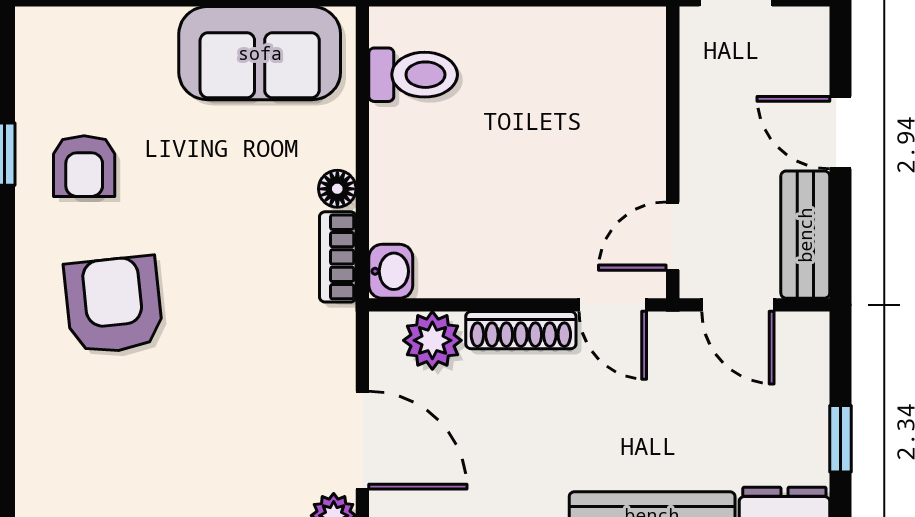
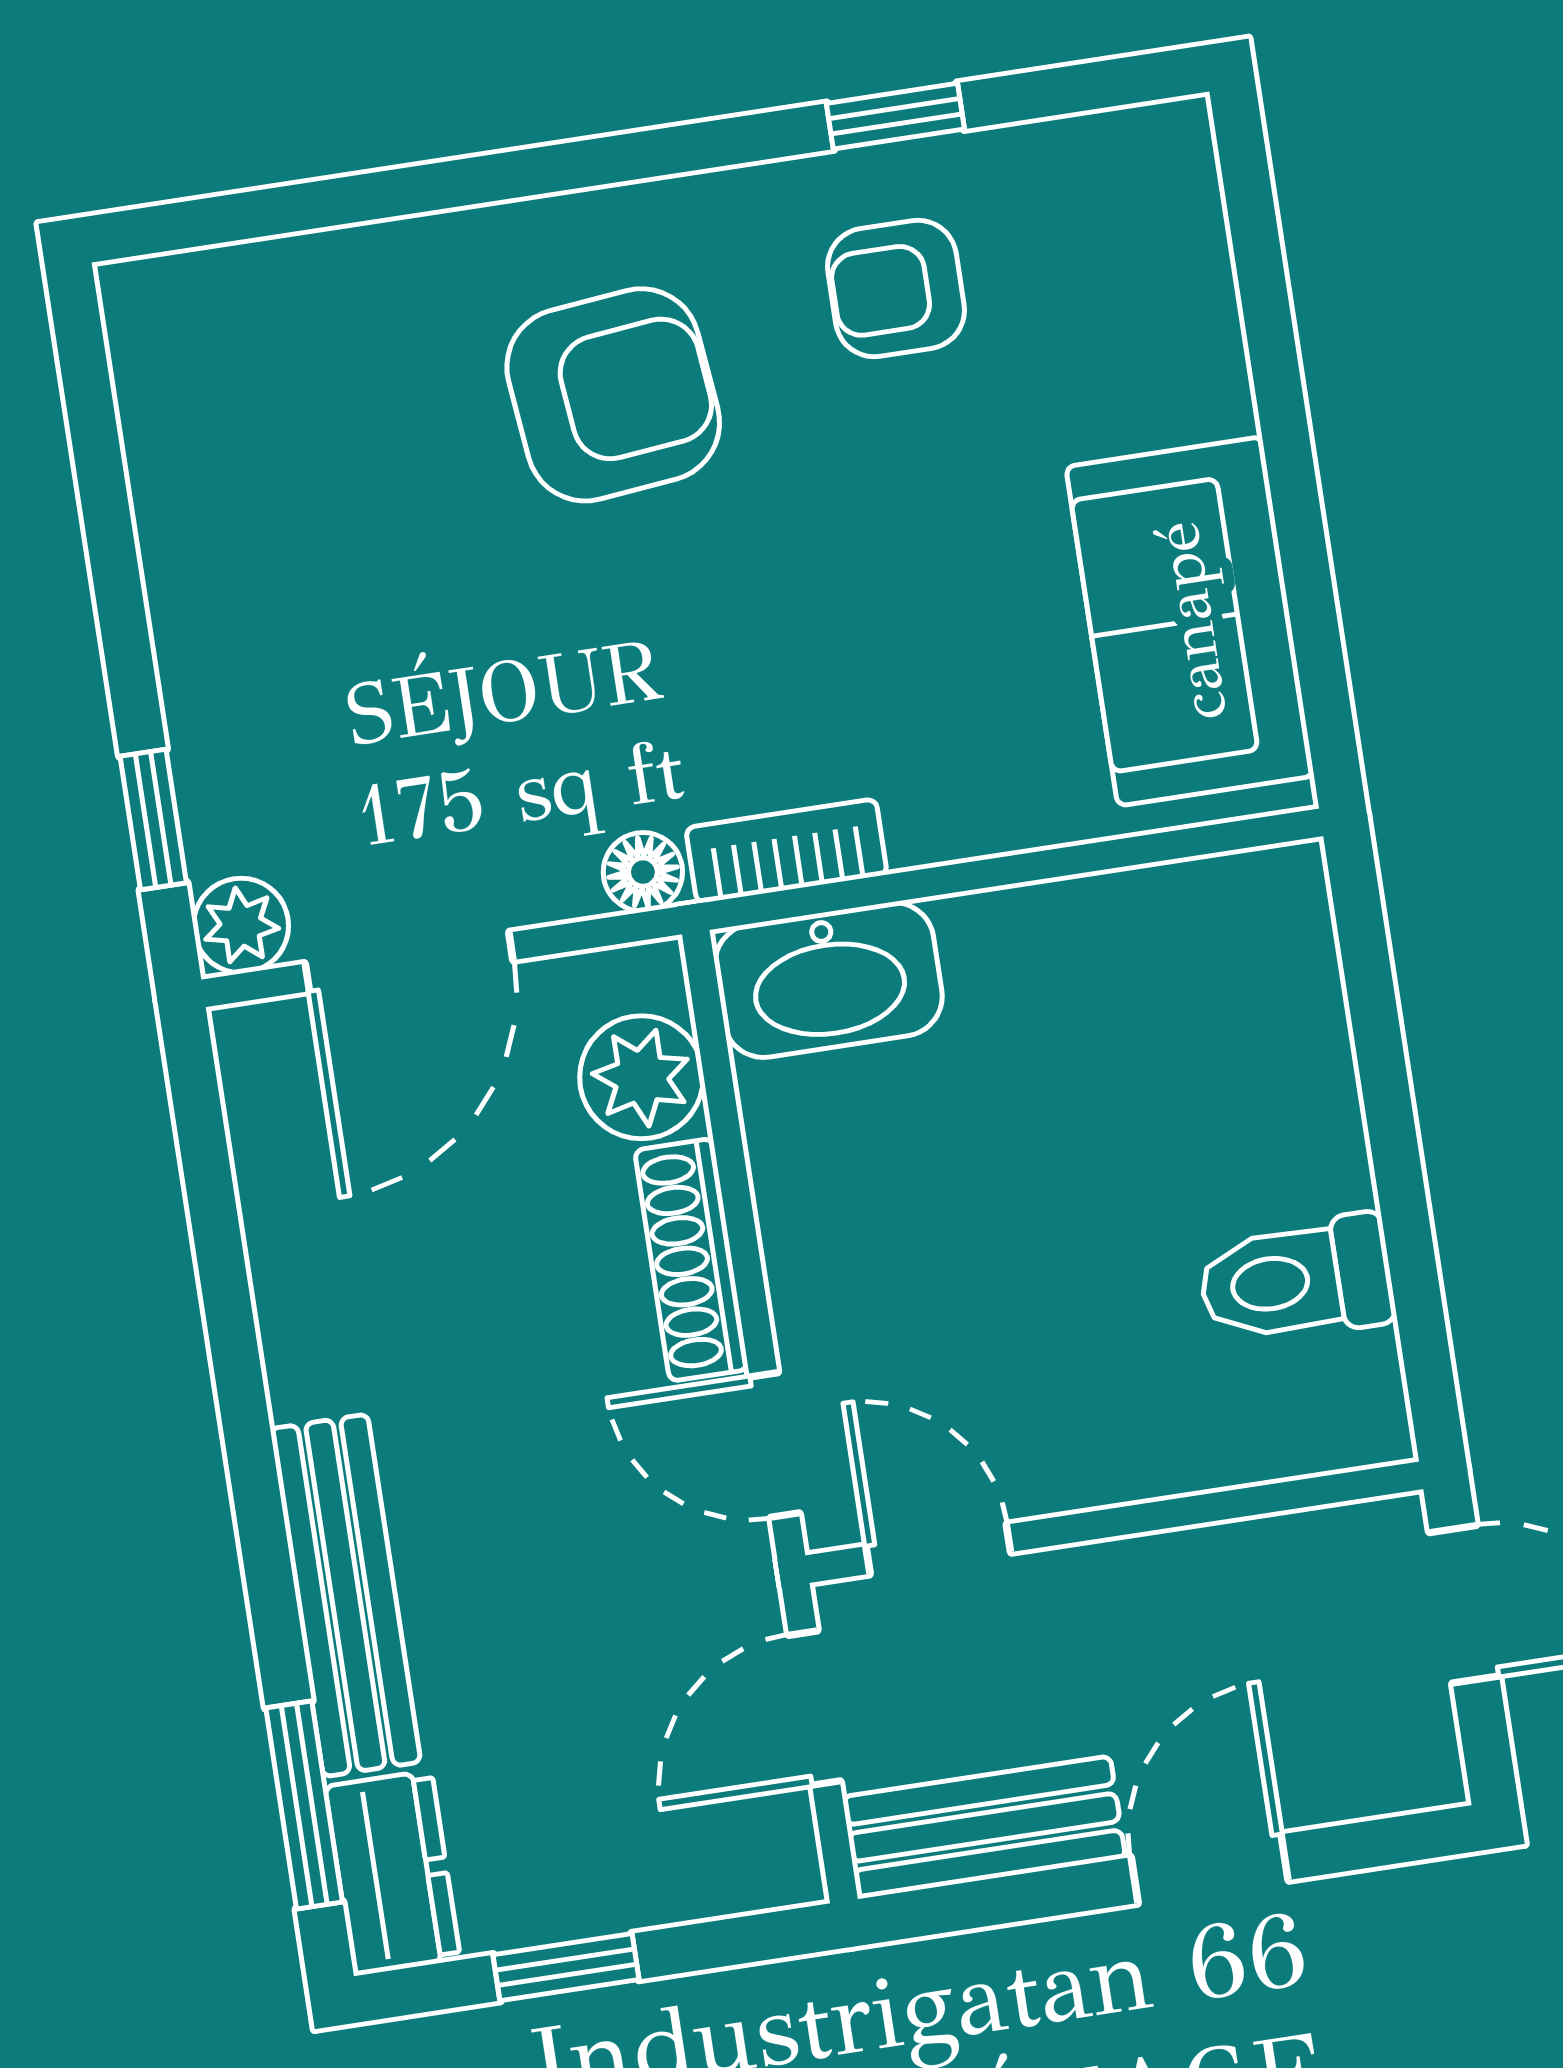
toilet: (413, 75) -> (1296, 1280), moved, turned 90
floor lamp: (337, 189) -> (643, 872), moved
washbasin: (391, 271) -> (829, 980), width x1.91, depth x1.45
door: (613, 305) -> (774, 1445), hinge flipped

